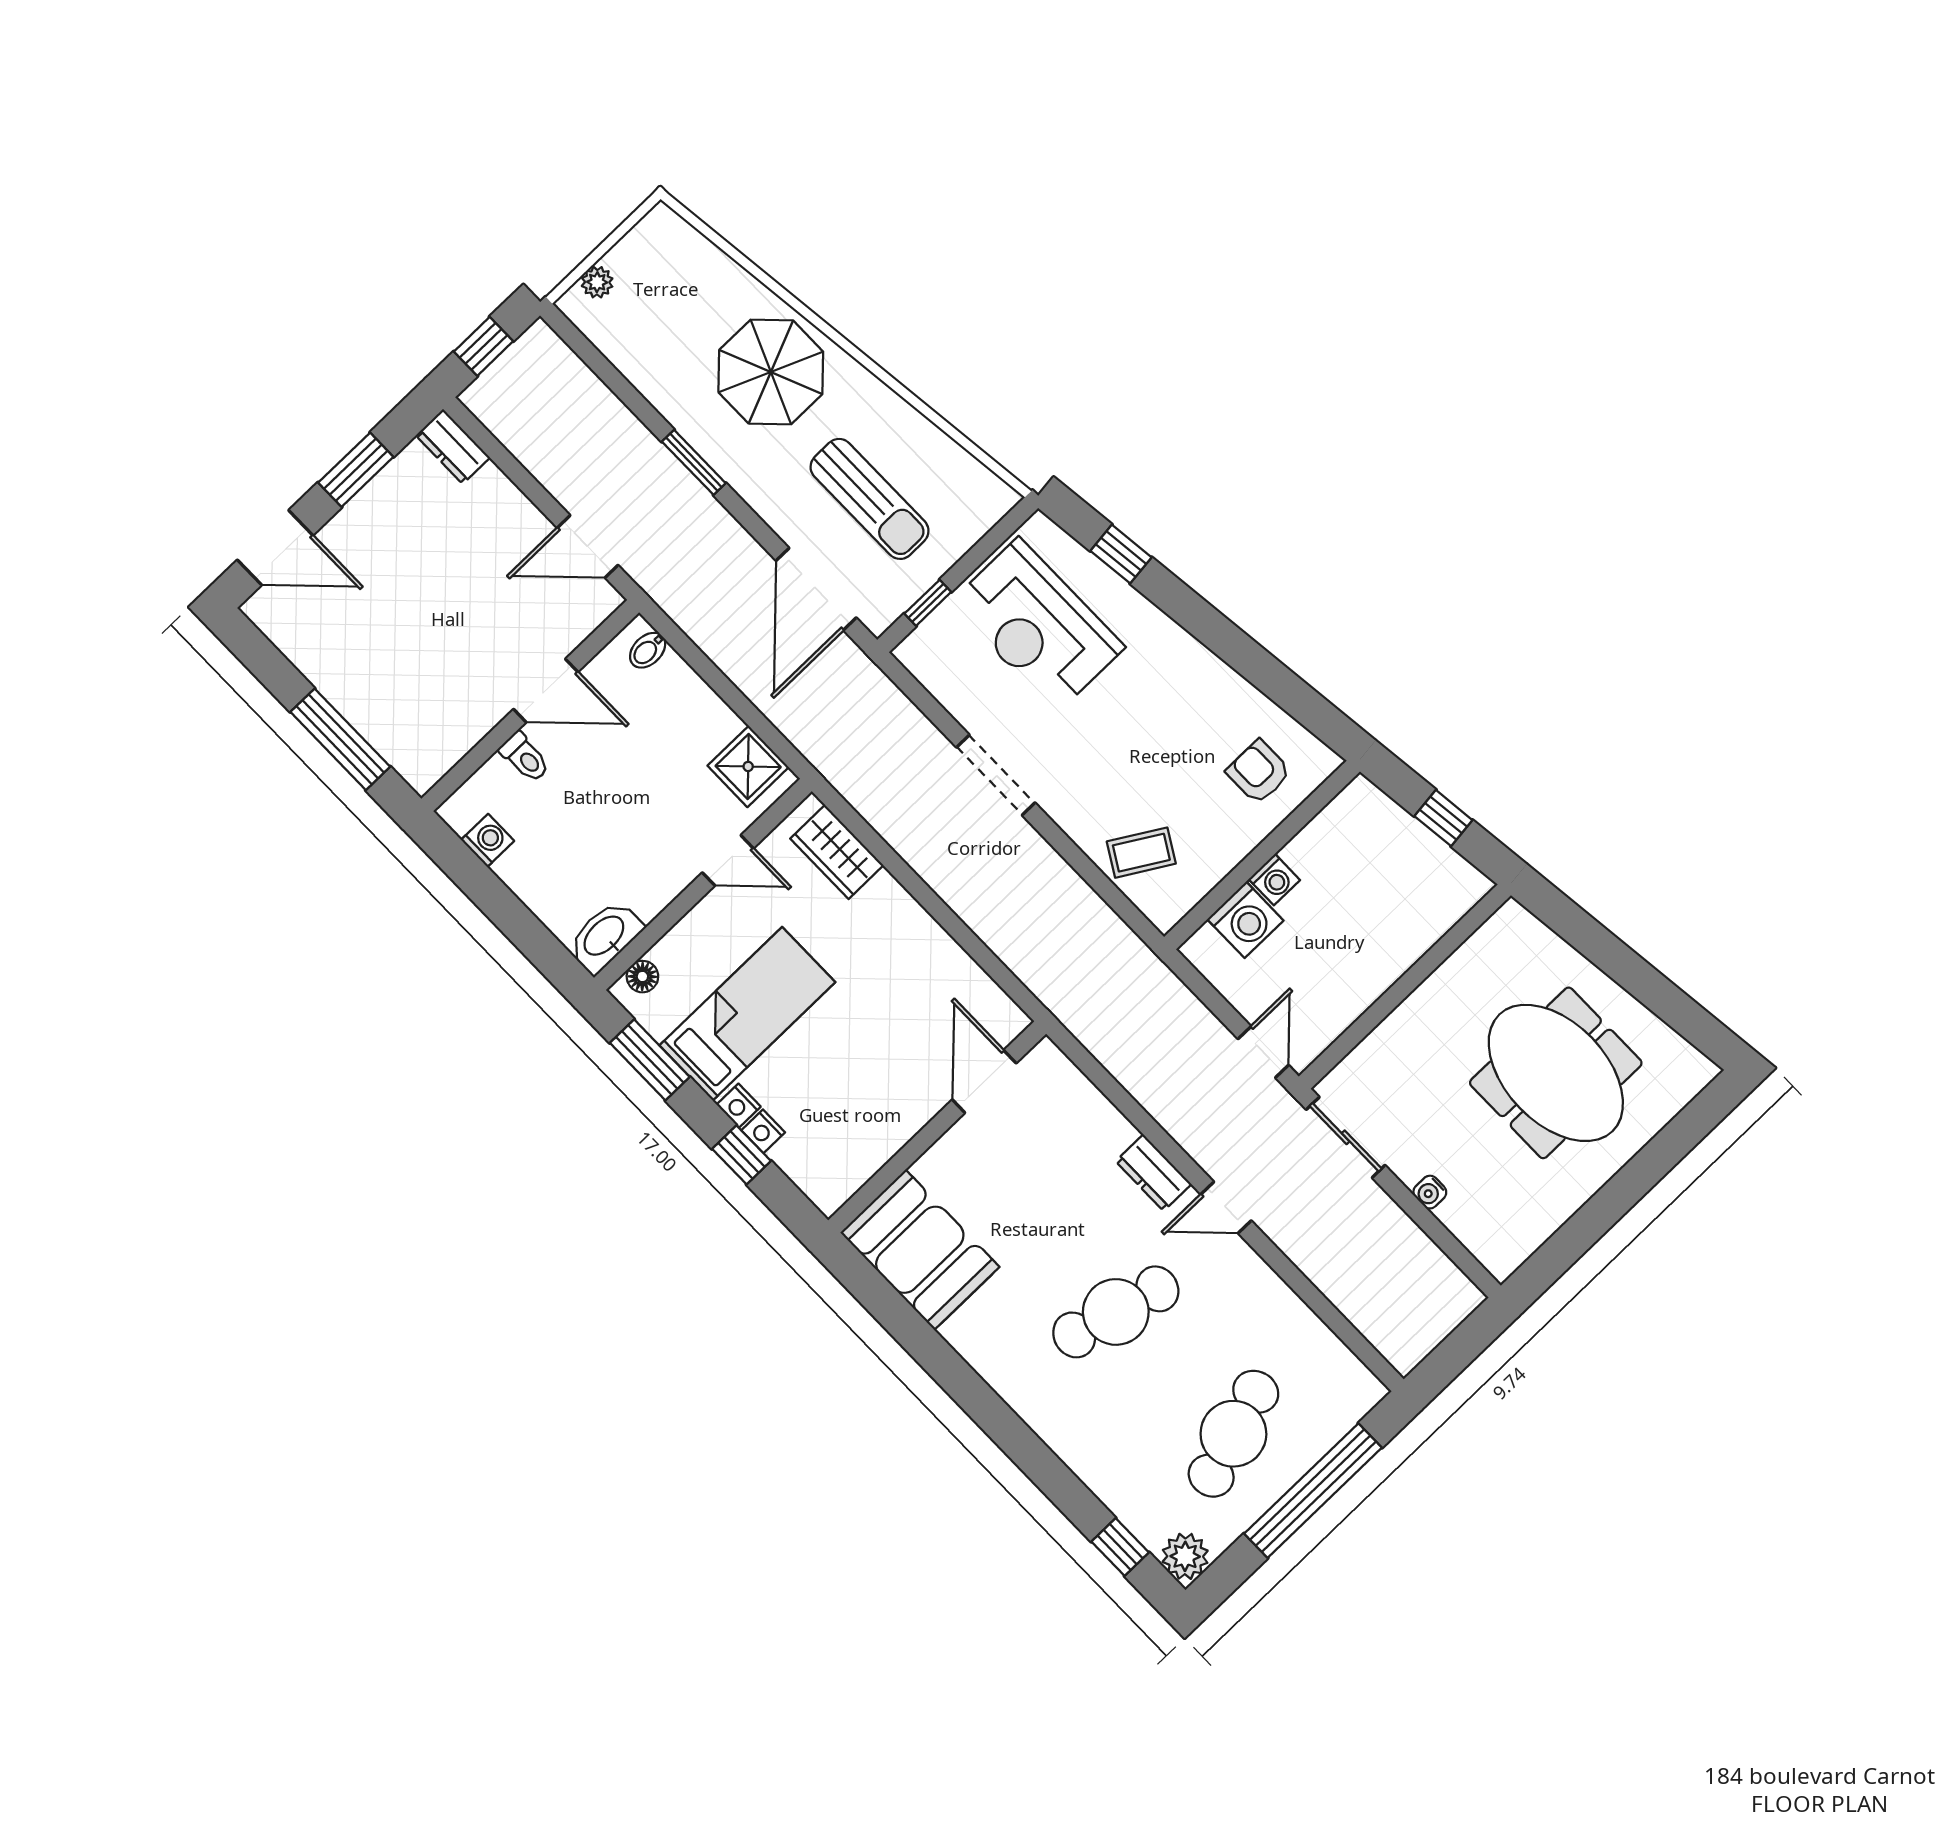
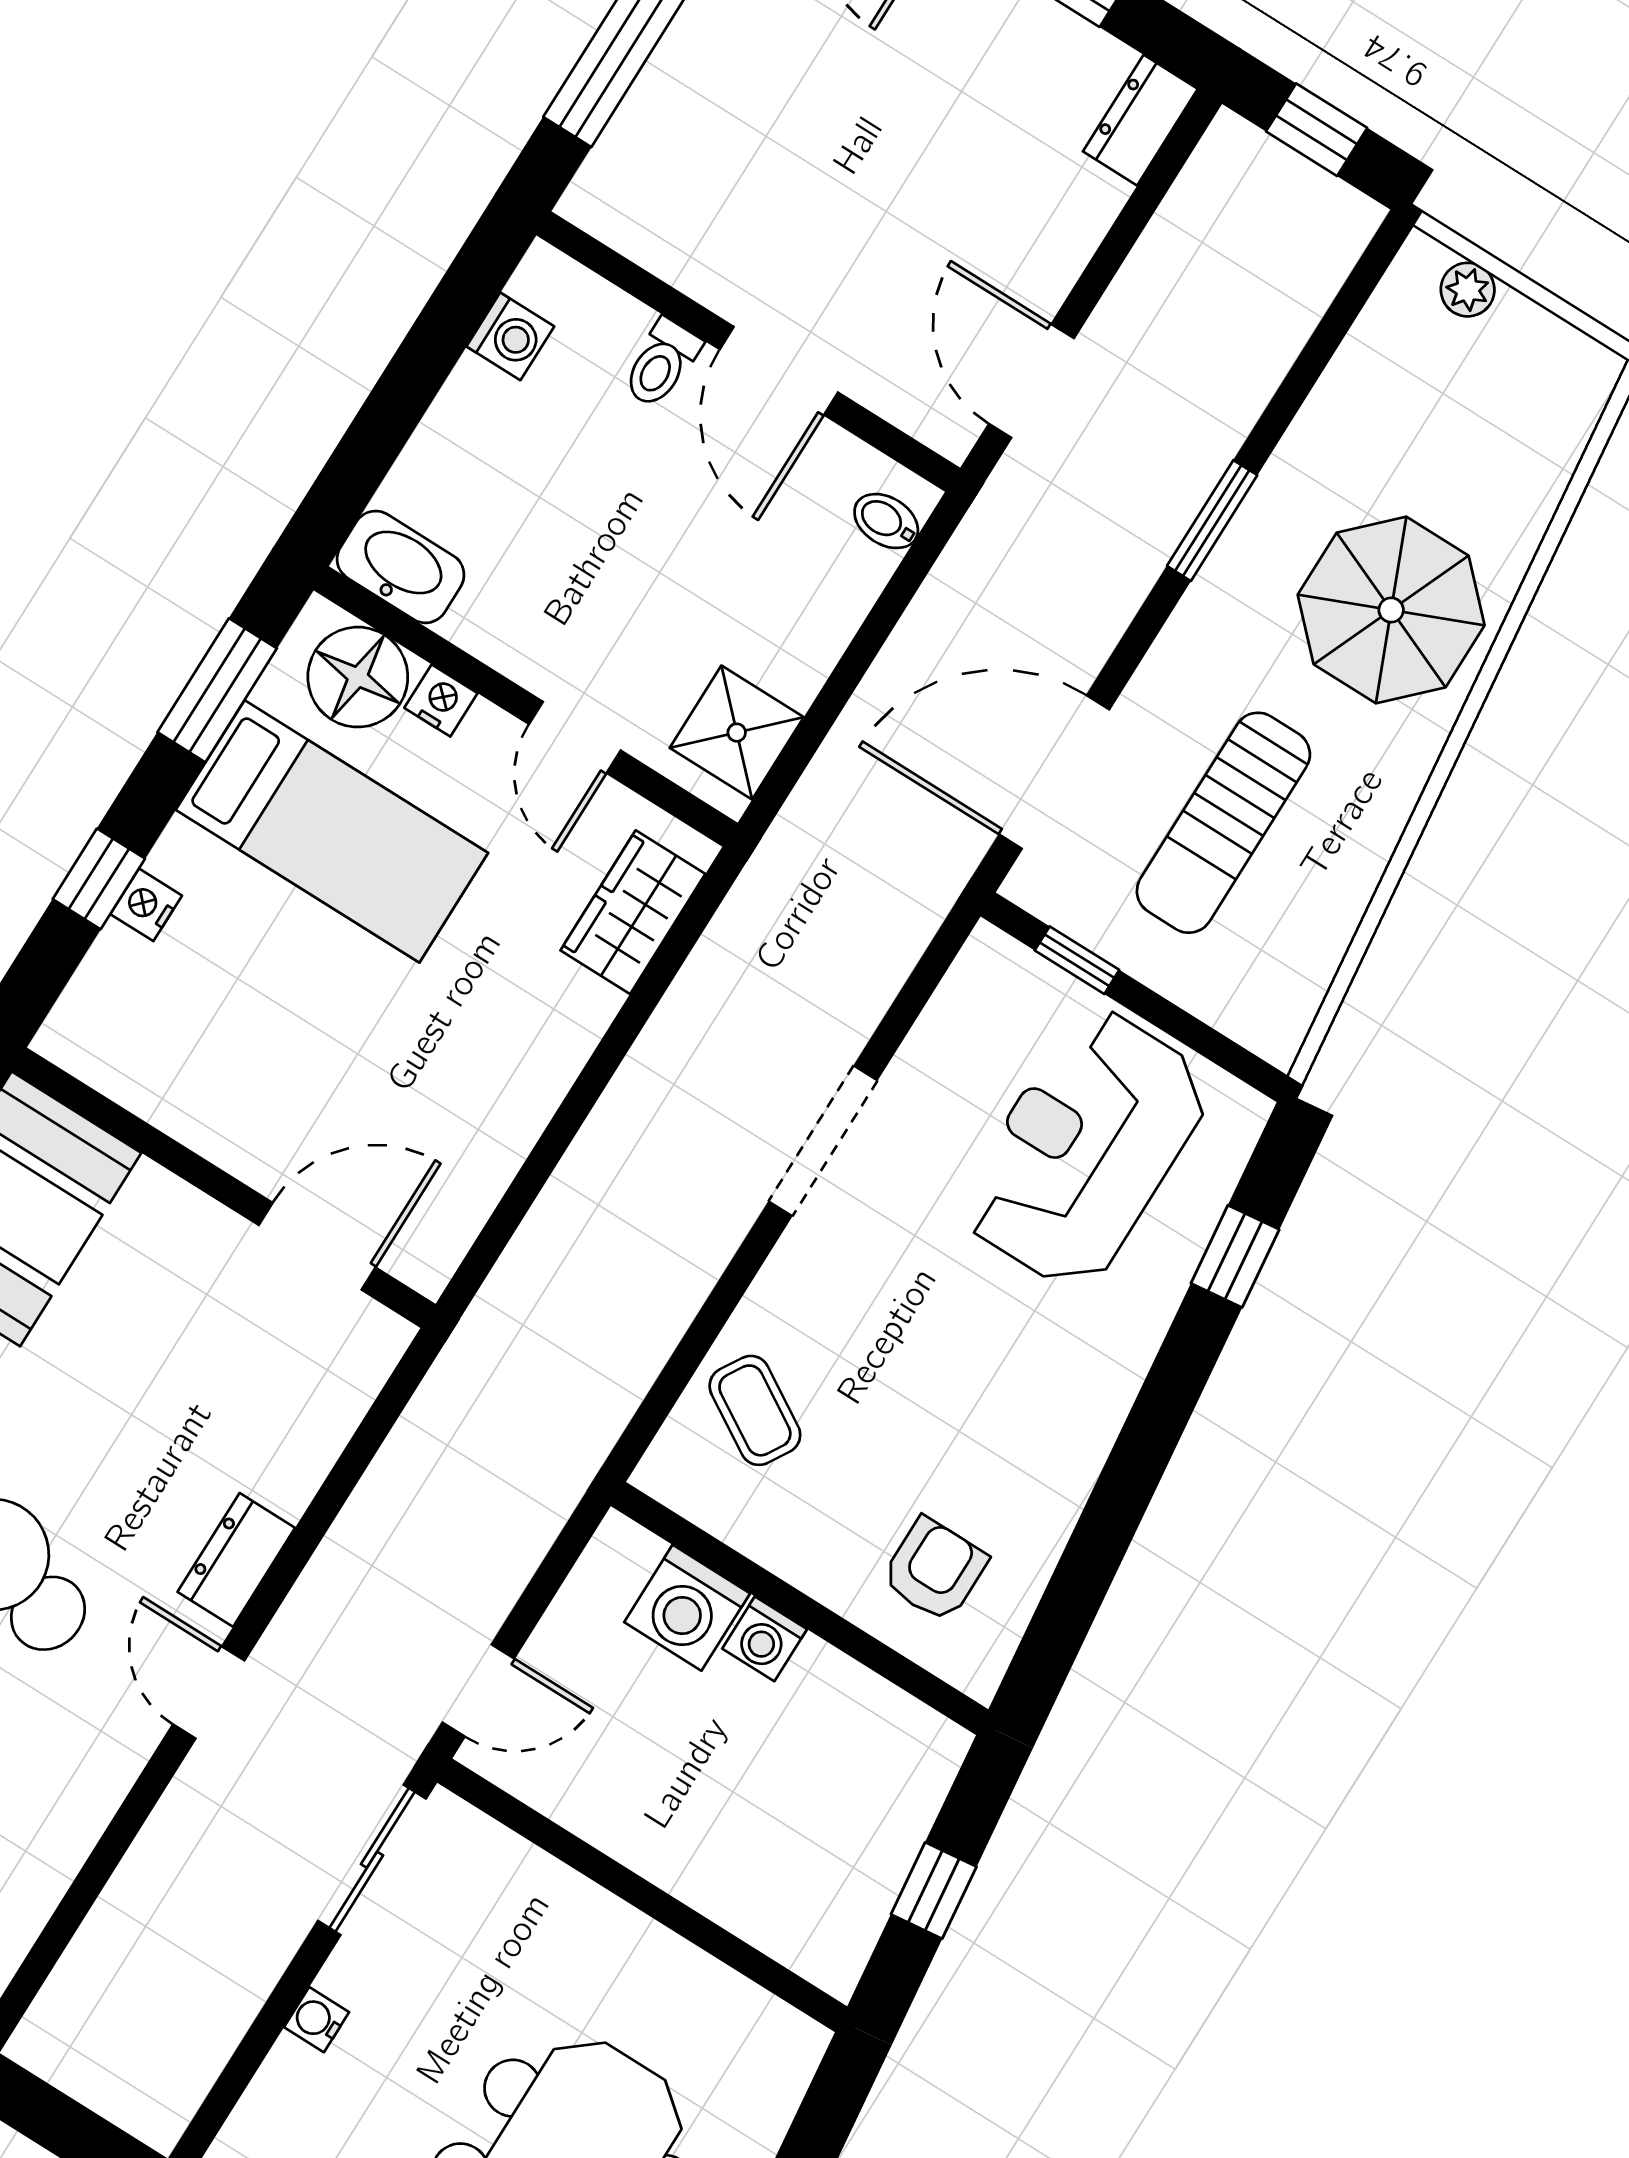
floor lamp: (642, 977) -> (358, 677), width x1.89, depth x1.89
nightstand: (739, 1106) -> (441, 700), moved, turned 90

